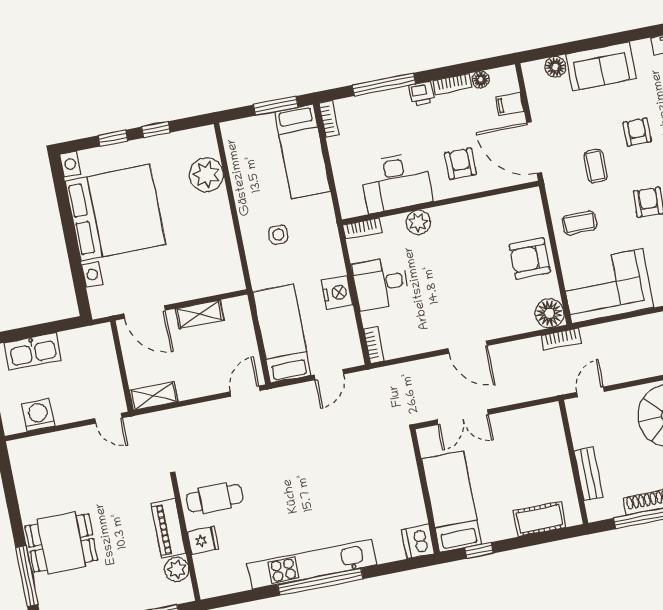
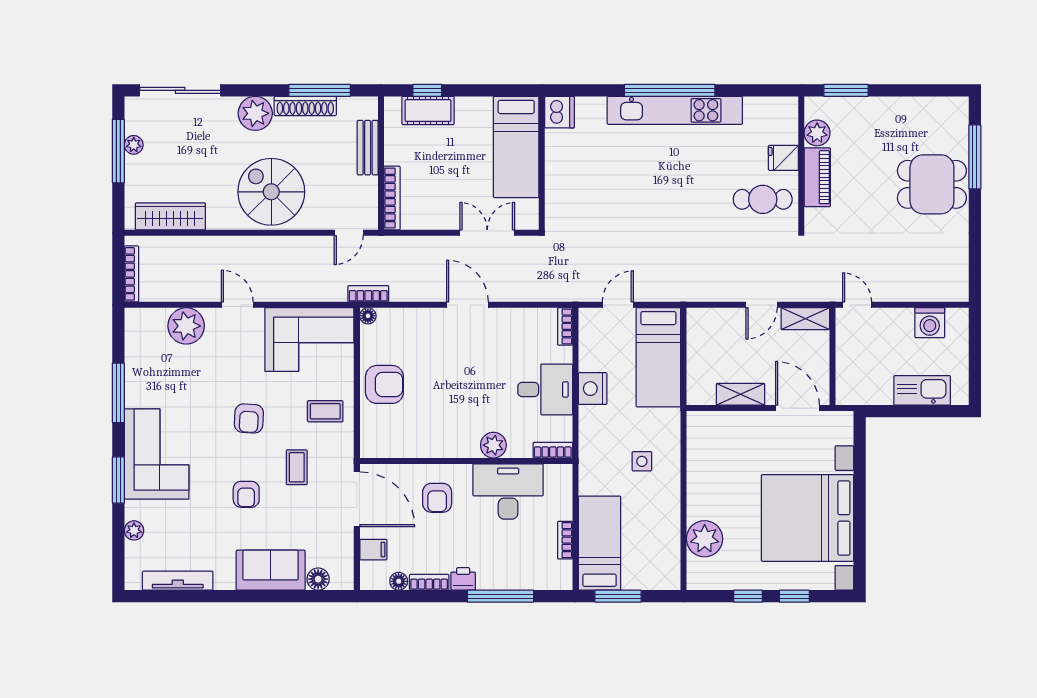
bookcase: (329, 119) -> (565, 540), moved
floor lamp: (549, 313) -> (368, 316), width x0.53, depth x0.53
door: (245, 391) -> (762, 305), moved
bookcase: (557, 432) -> (392, 198), added
window: (479, 550) -> (427, 90), moved

